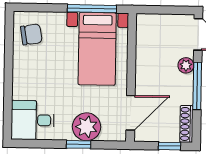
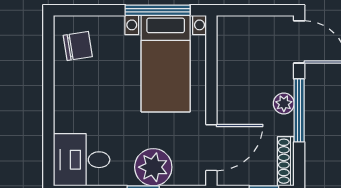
plant: (186, 65) -> (284, 103), moved

